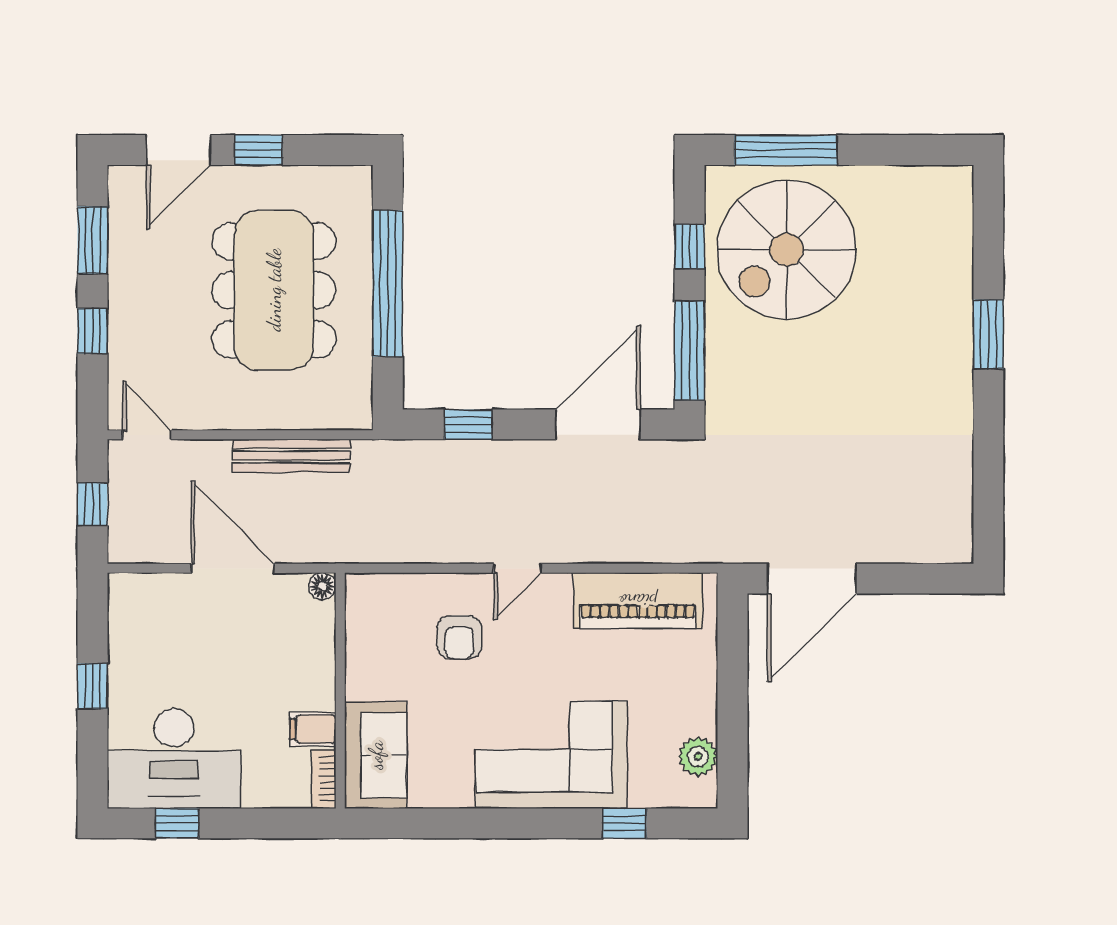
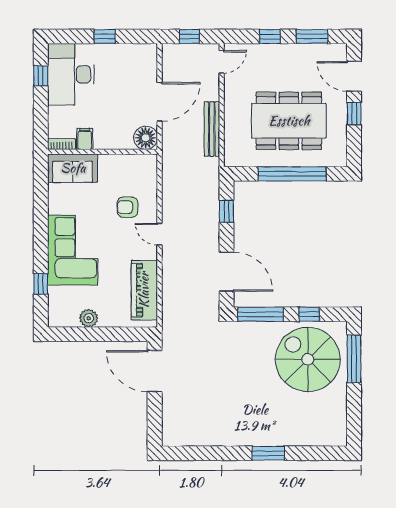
floor lamp: (322, 586) -> (146, 138), width x1.89, depth x1.89
plant: (698, 756) -> (89, 318), moved

